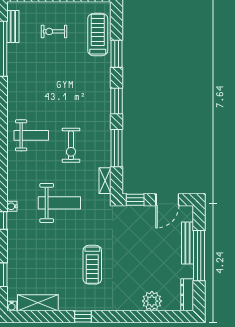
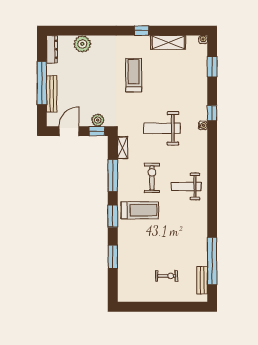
treadmill: (98, 35) -> (140, 210), moved, turned -90
plant: (134, 212) -> (98, 120), added
shelving: (38, 303) -> (168, 42), moved

